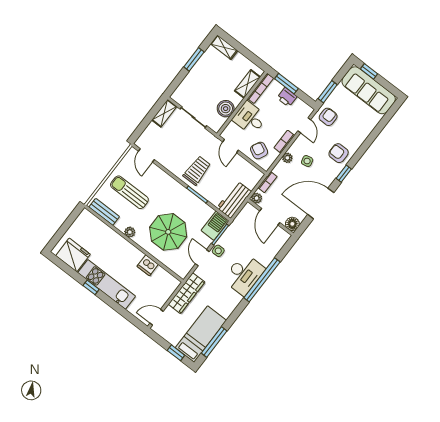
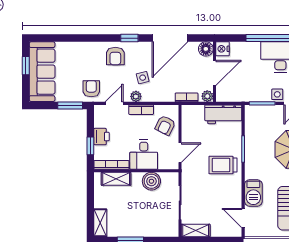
window: (369, 71) -> (26, 66), moved
window: (286, 84) -> (90, 146), width x0.67
armchair: (328, 117) -> (91, 89), turned 90
door: (146, 155) -> (243, 218), swing flipped
plant: (287, 158) -> (136, 96), moved
door: (321, 204) -> (170, 38), hinge flipped
barbecue: (215, 226) -> (253, 193), moved, turned -90
nightstand: (283, 236) -> (222, 49), added

